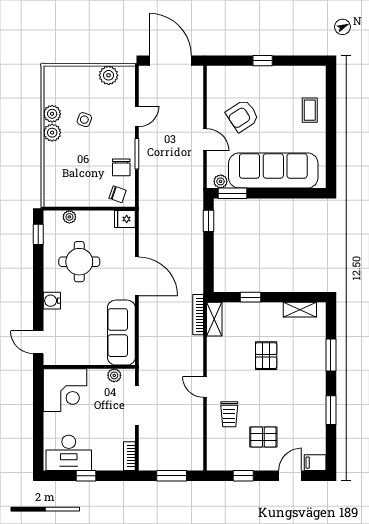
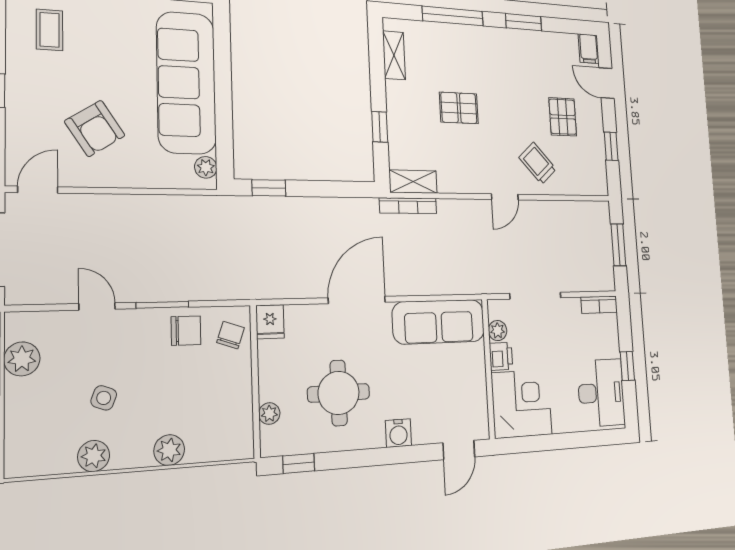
coffee table: (310, 110) -> (50, 30), moved, turned 90
plant: (52, 133) -> (169, 450), moved
door: (205, 140) -> (38, 190), moved
window: (233, 193) -> (225, 149), removed
window: (331, 355) -> (453, 16), width x1.44
printer: (97, 377) -> (501, 356), added
trolley: (229, 414) -> (538, 163), turned -132

